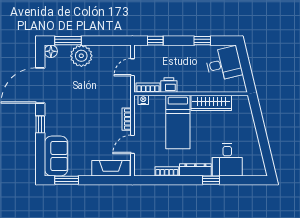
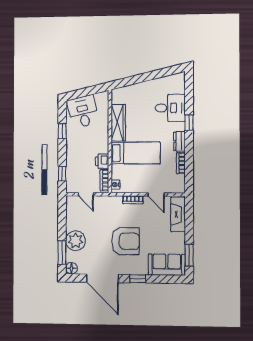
armchair: (81, 111) -> (125, 241), added
dresser: (195, 170) -> (179, 141), width x0.70

